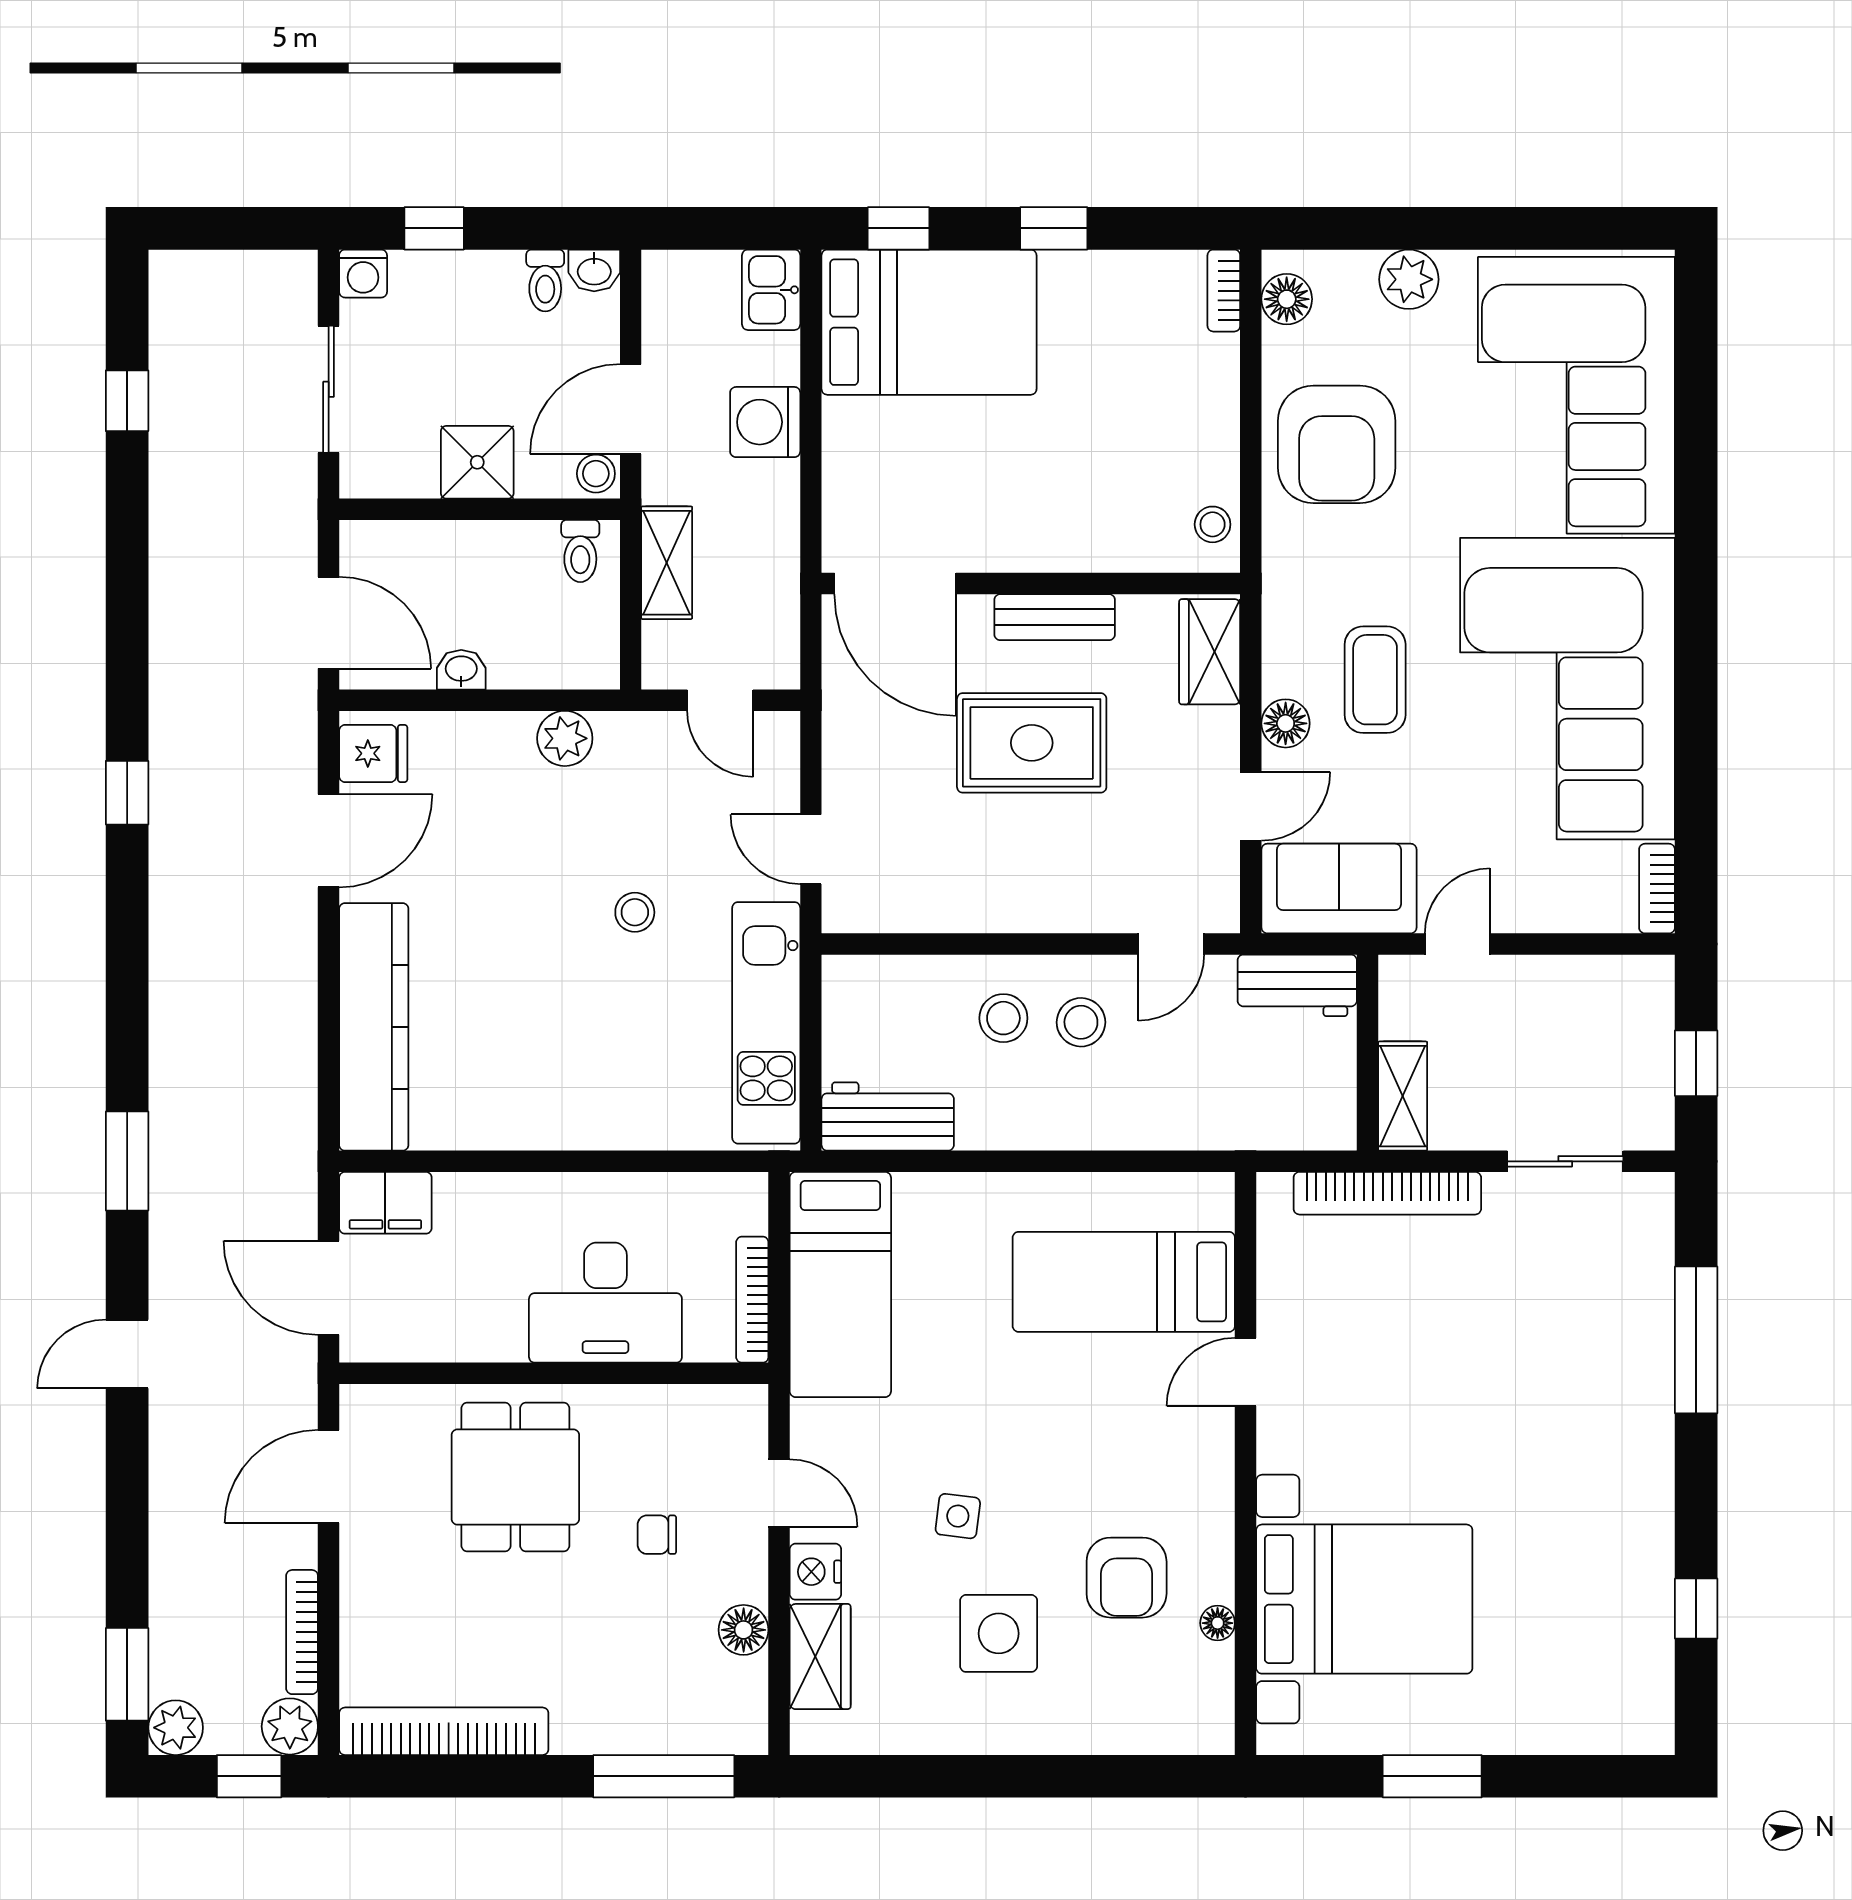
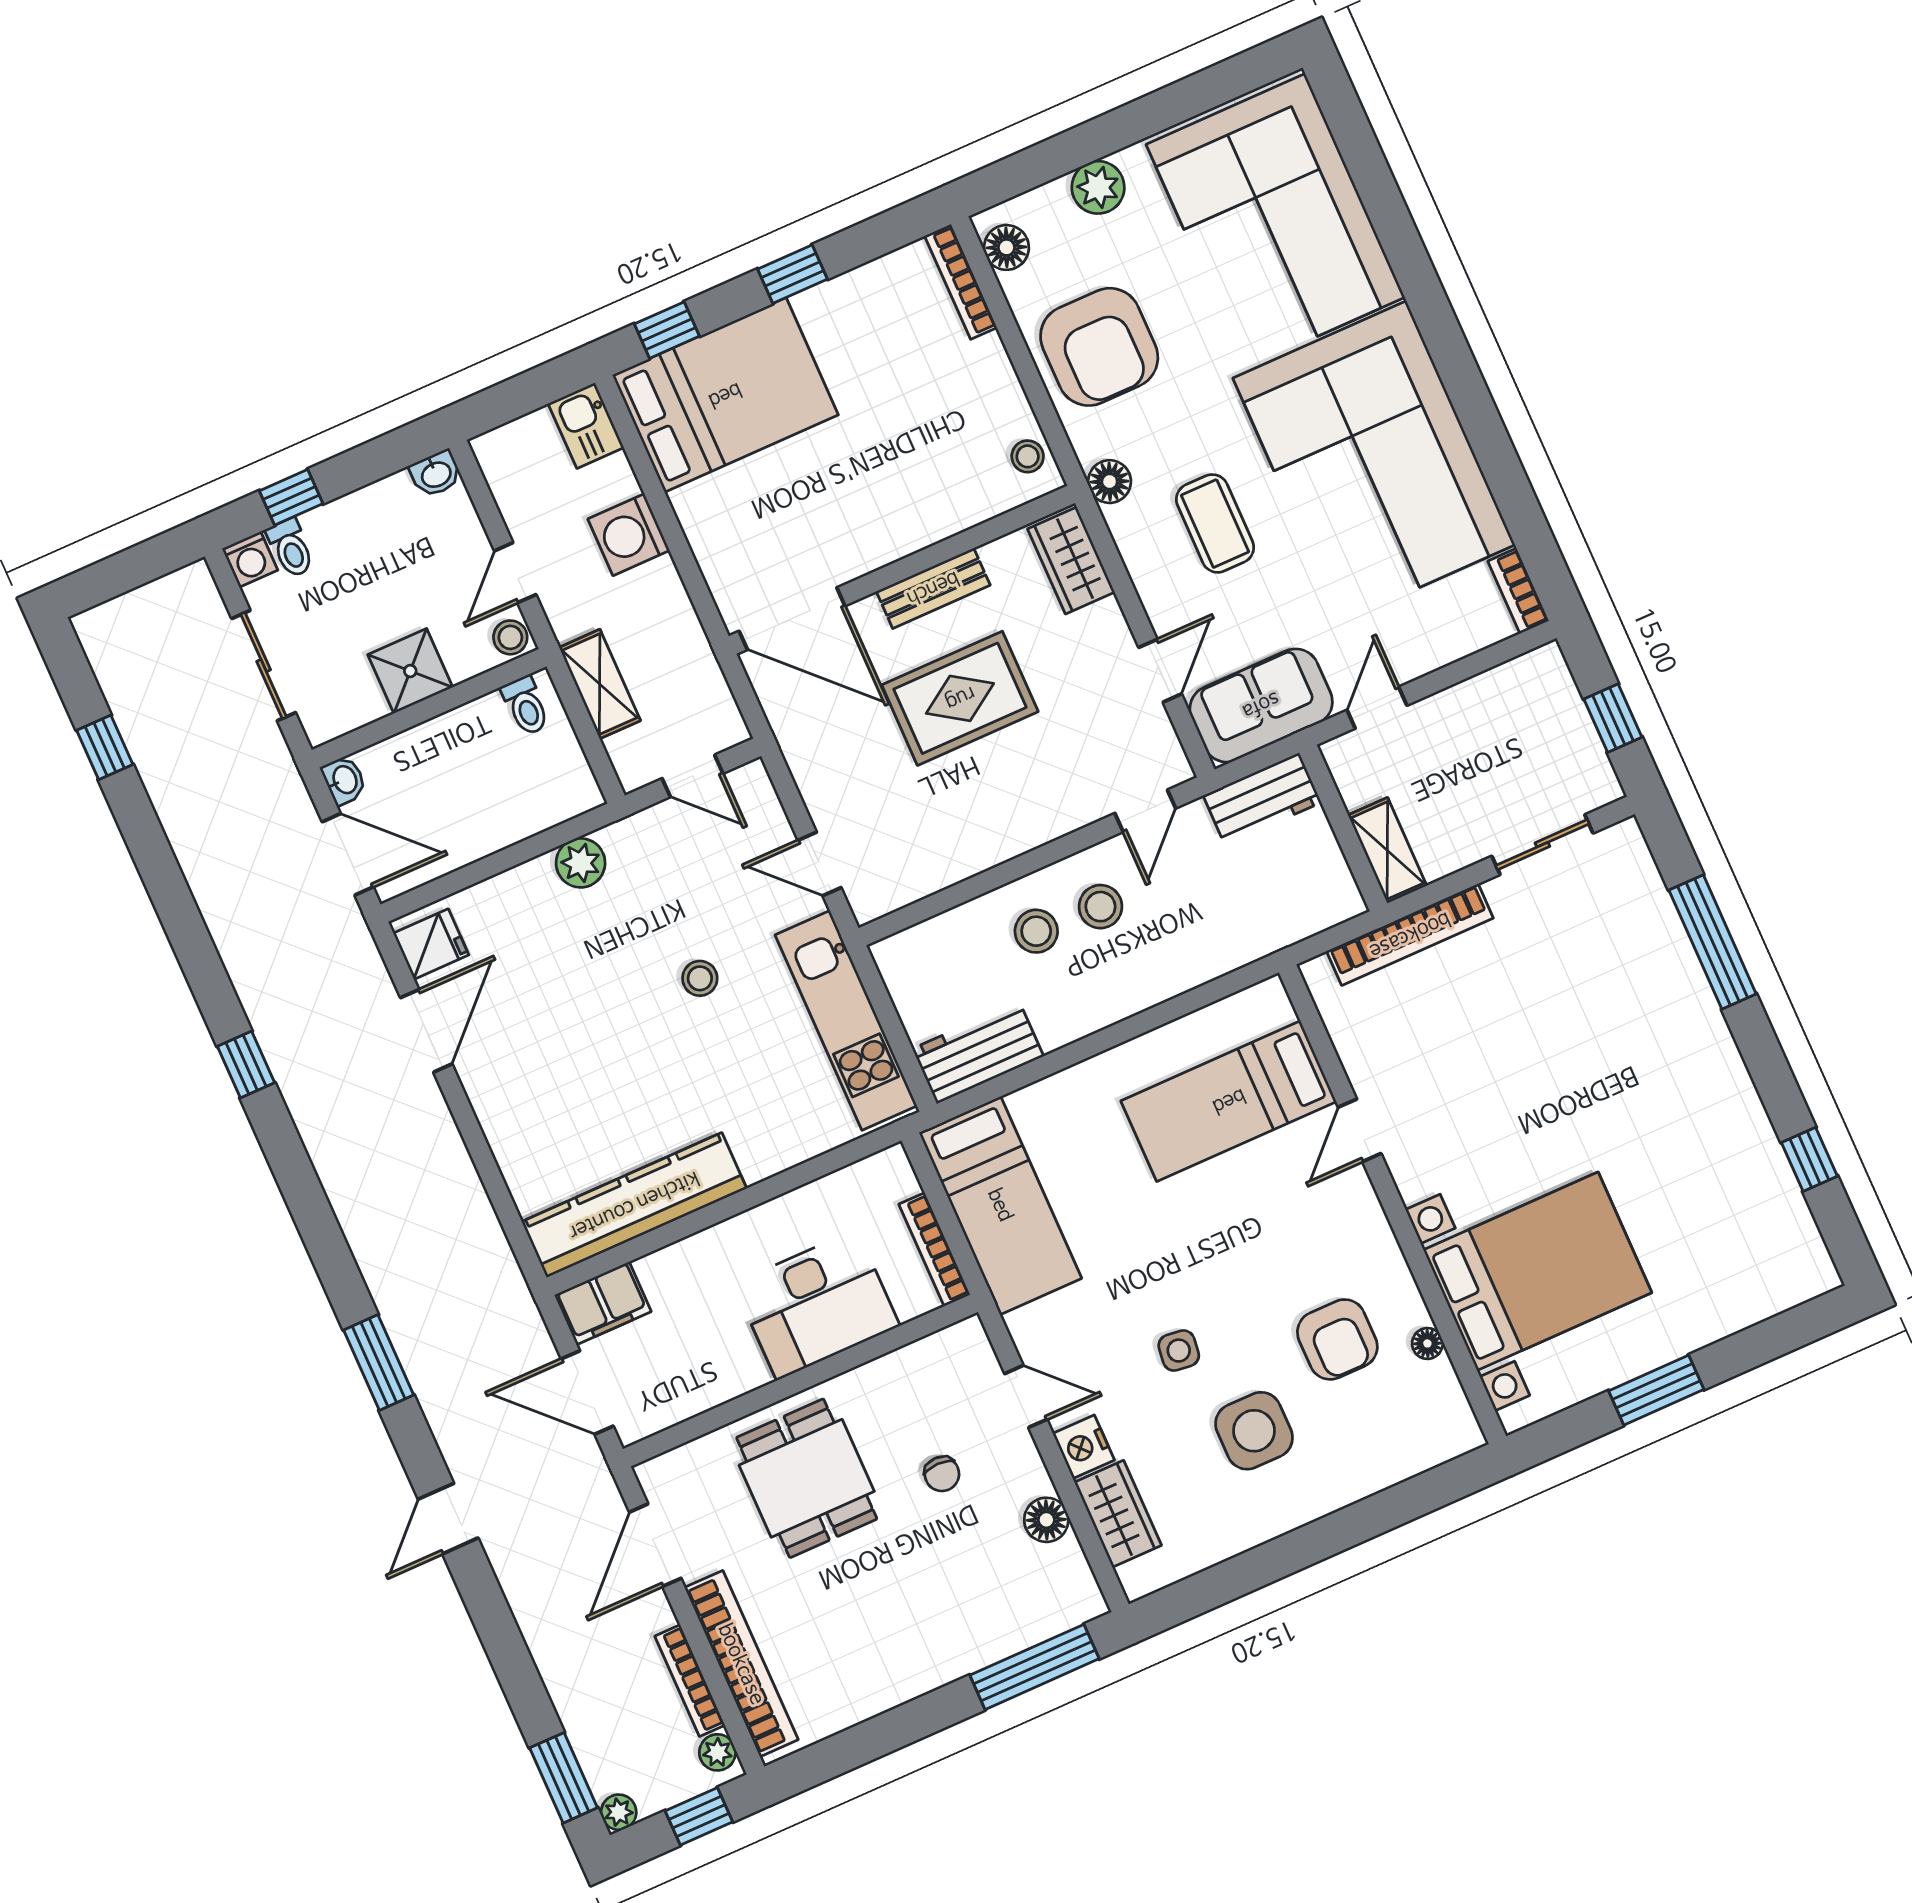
toilet: (545, 280) -> (291, 548), moved
bookcase: (1224, 291) -> (961, 282), width x1.56
door: (631, 409) -> (515, 573), width x0.73
washbasin: (461, 670) -> (344, 780), moved, turned 90
floor lamp: (1286, 723) -> (1110, 482), moved
kitchen counter: (374, 1027) -> (634, 1205), moved, turned -90
chair: (657, 1535) -> (942, 1474), turned -90
plant: (290, 1726) -> (717, 1752), width x0.73, depth x0.73
plant: (176, 1728) -> (619, 1812), width x0.73, depth x0.73
bookcase: (444, 1731) -> (741, 1664), moved, turned 90

